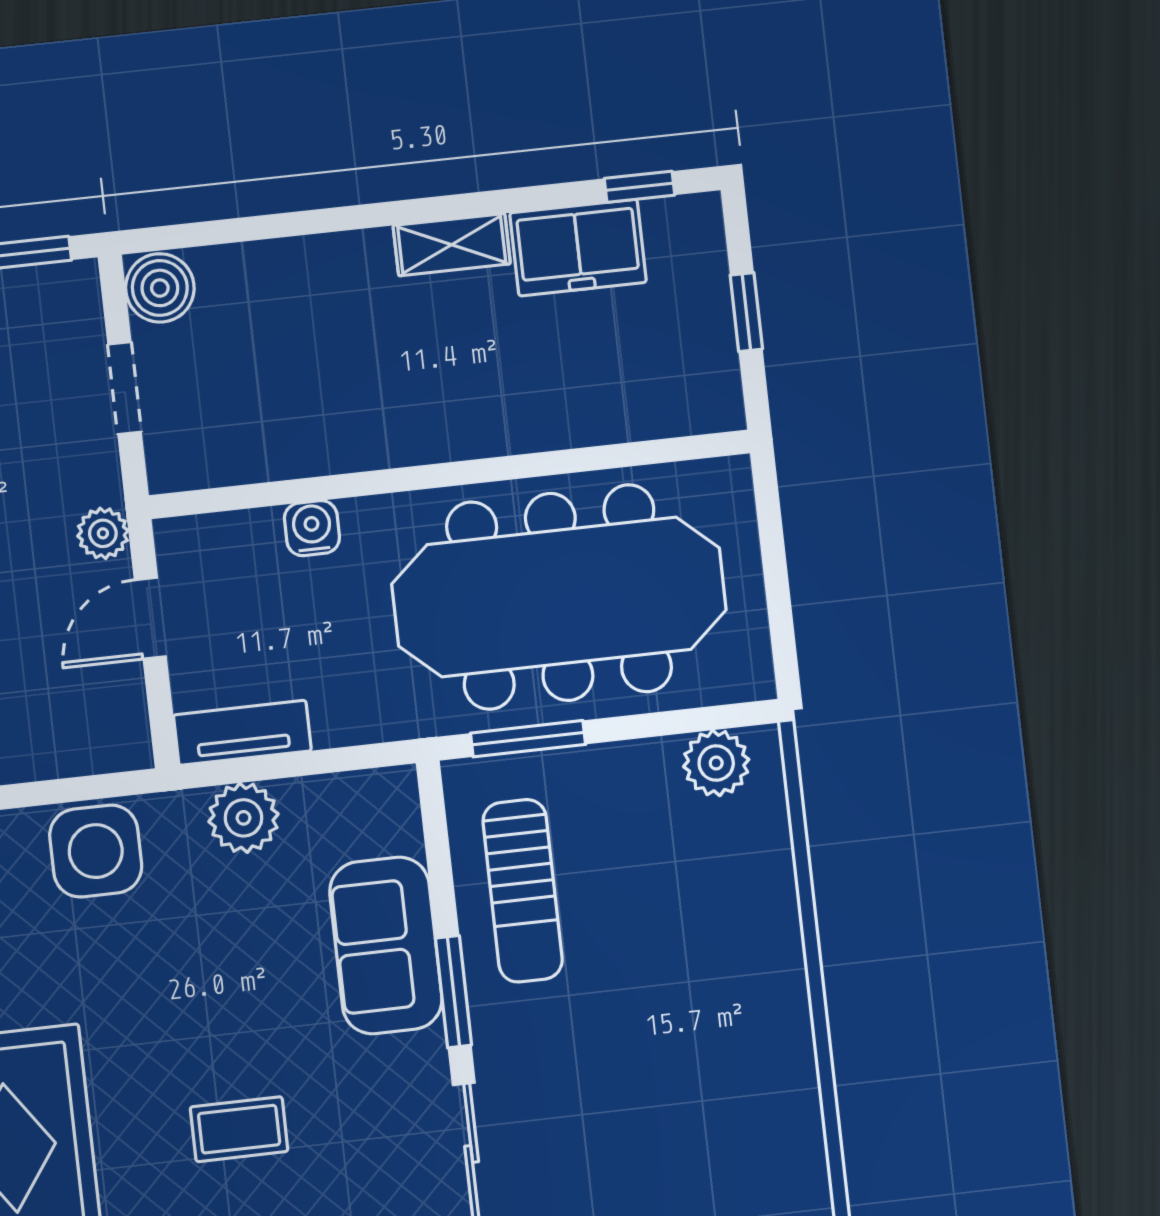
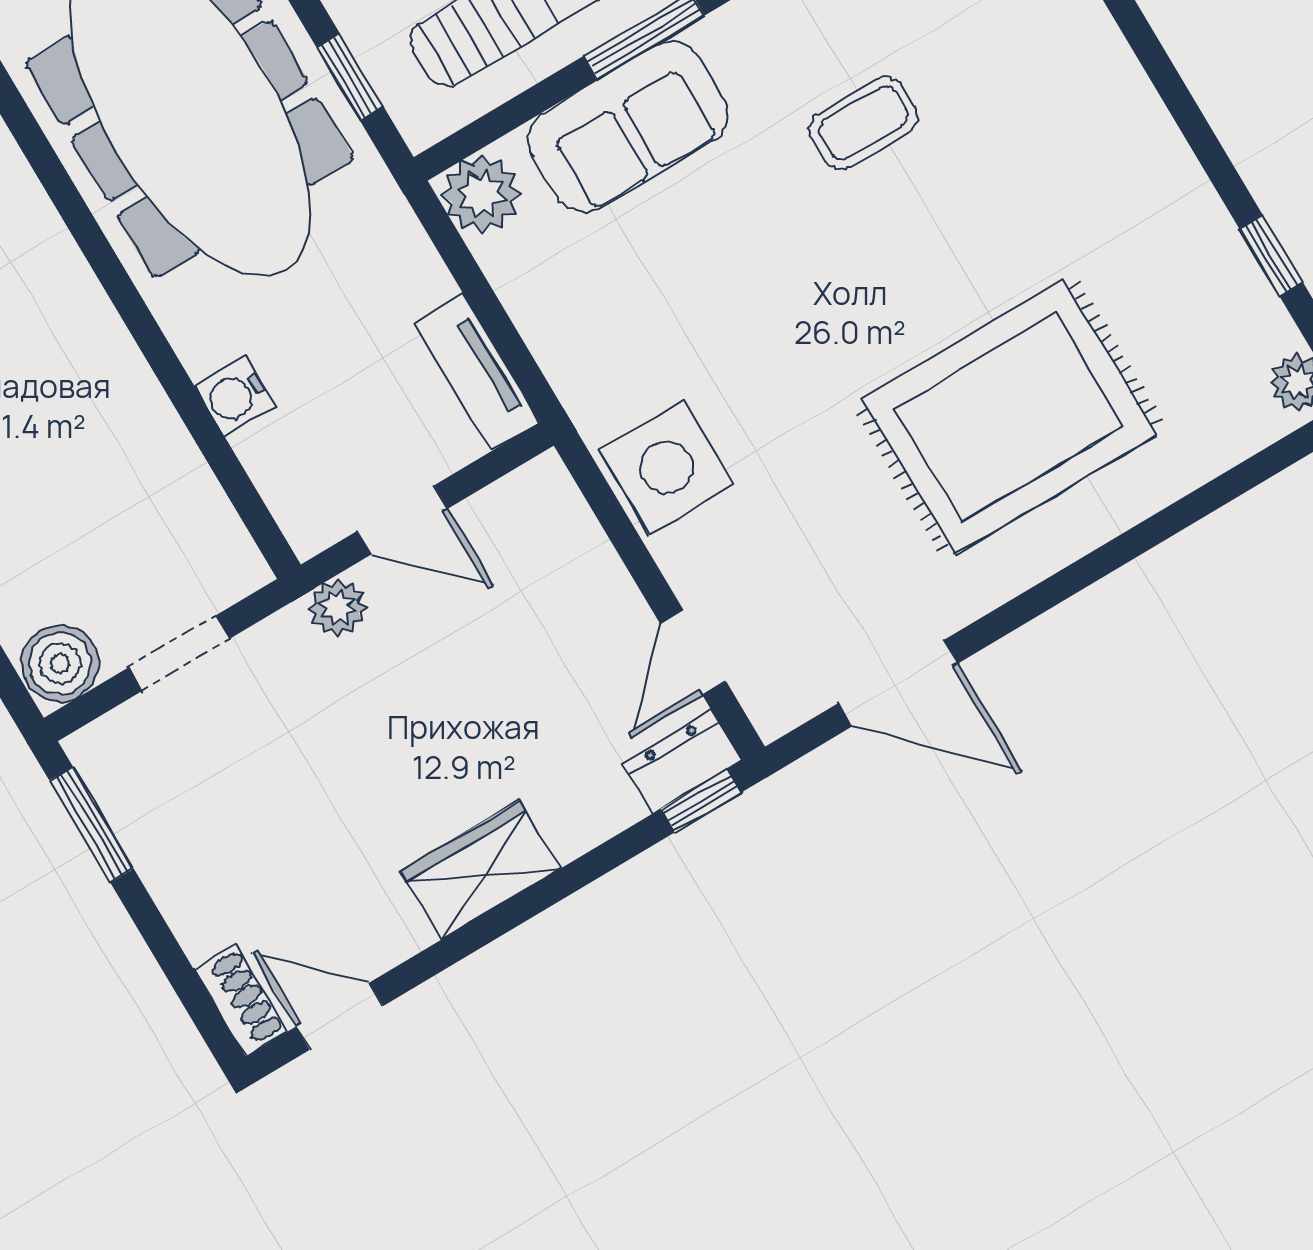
window: (528, 739) -> (350, 77), width x0.67
plant: (244, 818) -> (481, 194), moved
coffee table: (239, 1129) -> (863, 123), moved, turned 90

